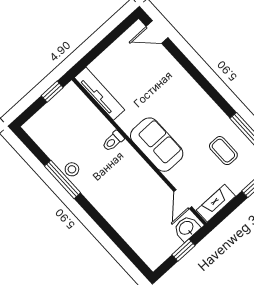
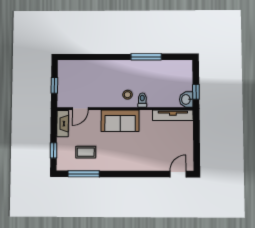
stool: (72, 169) -> (128, 95), moved
door: (183, 199) -> (80, 109), swing flipped
washbasin: (187, 228) -> (186, 99), moved, turned 180

